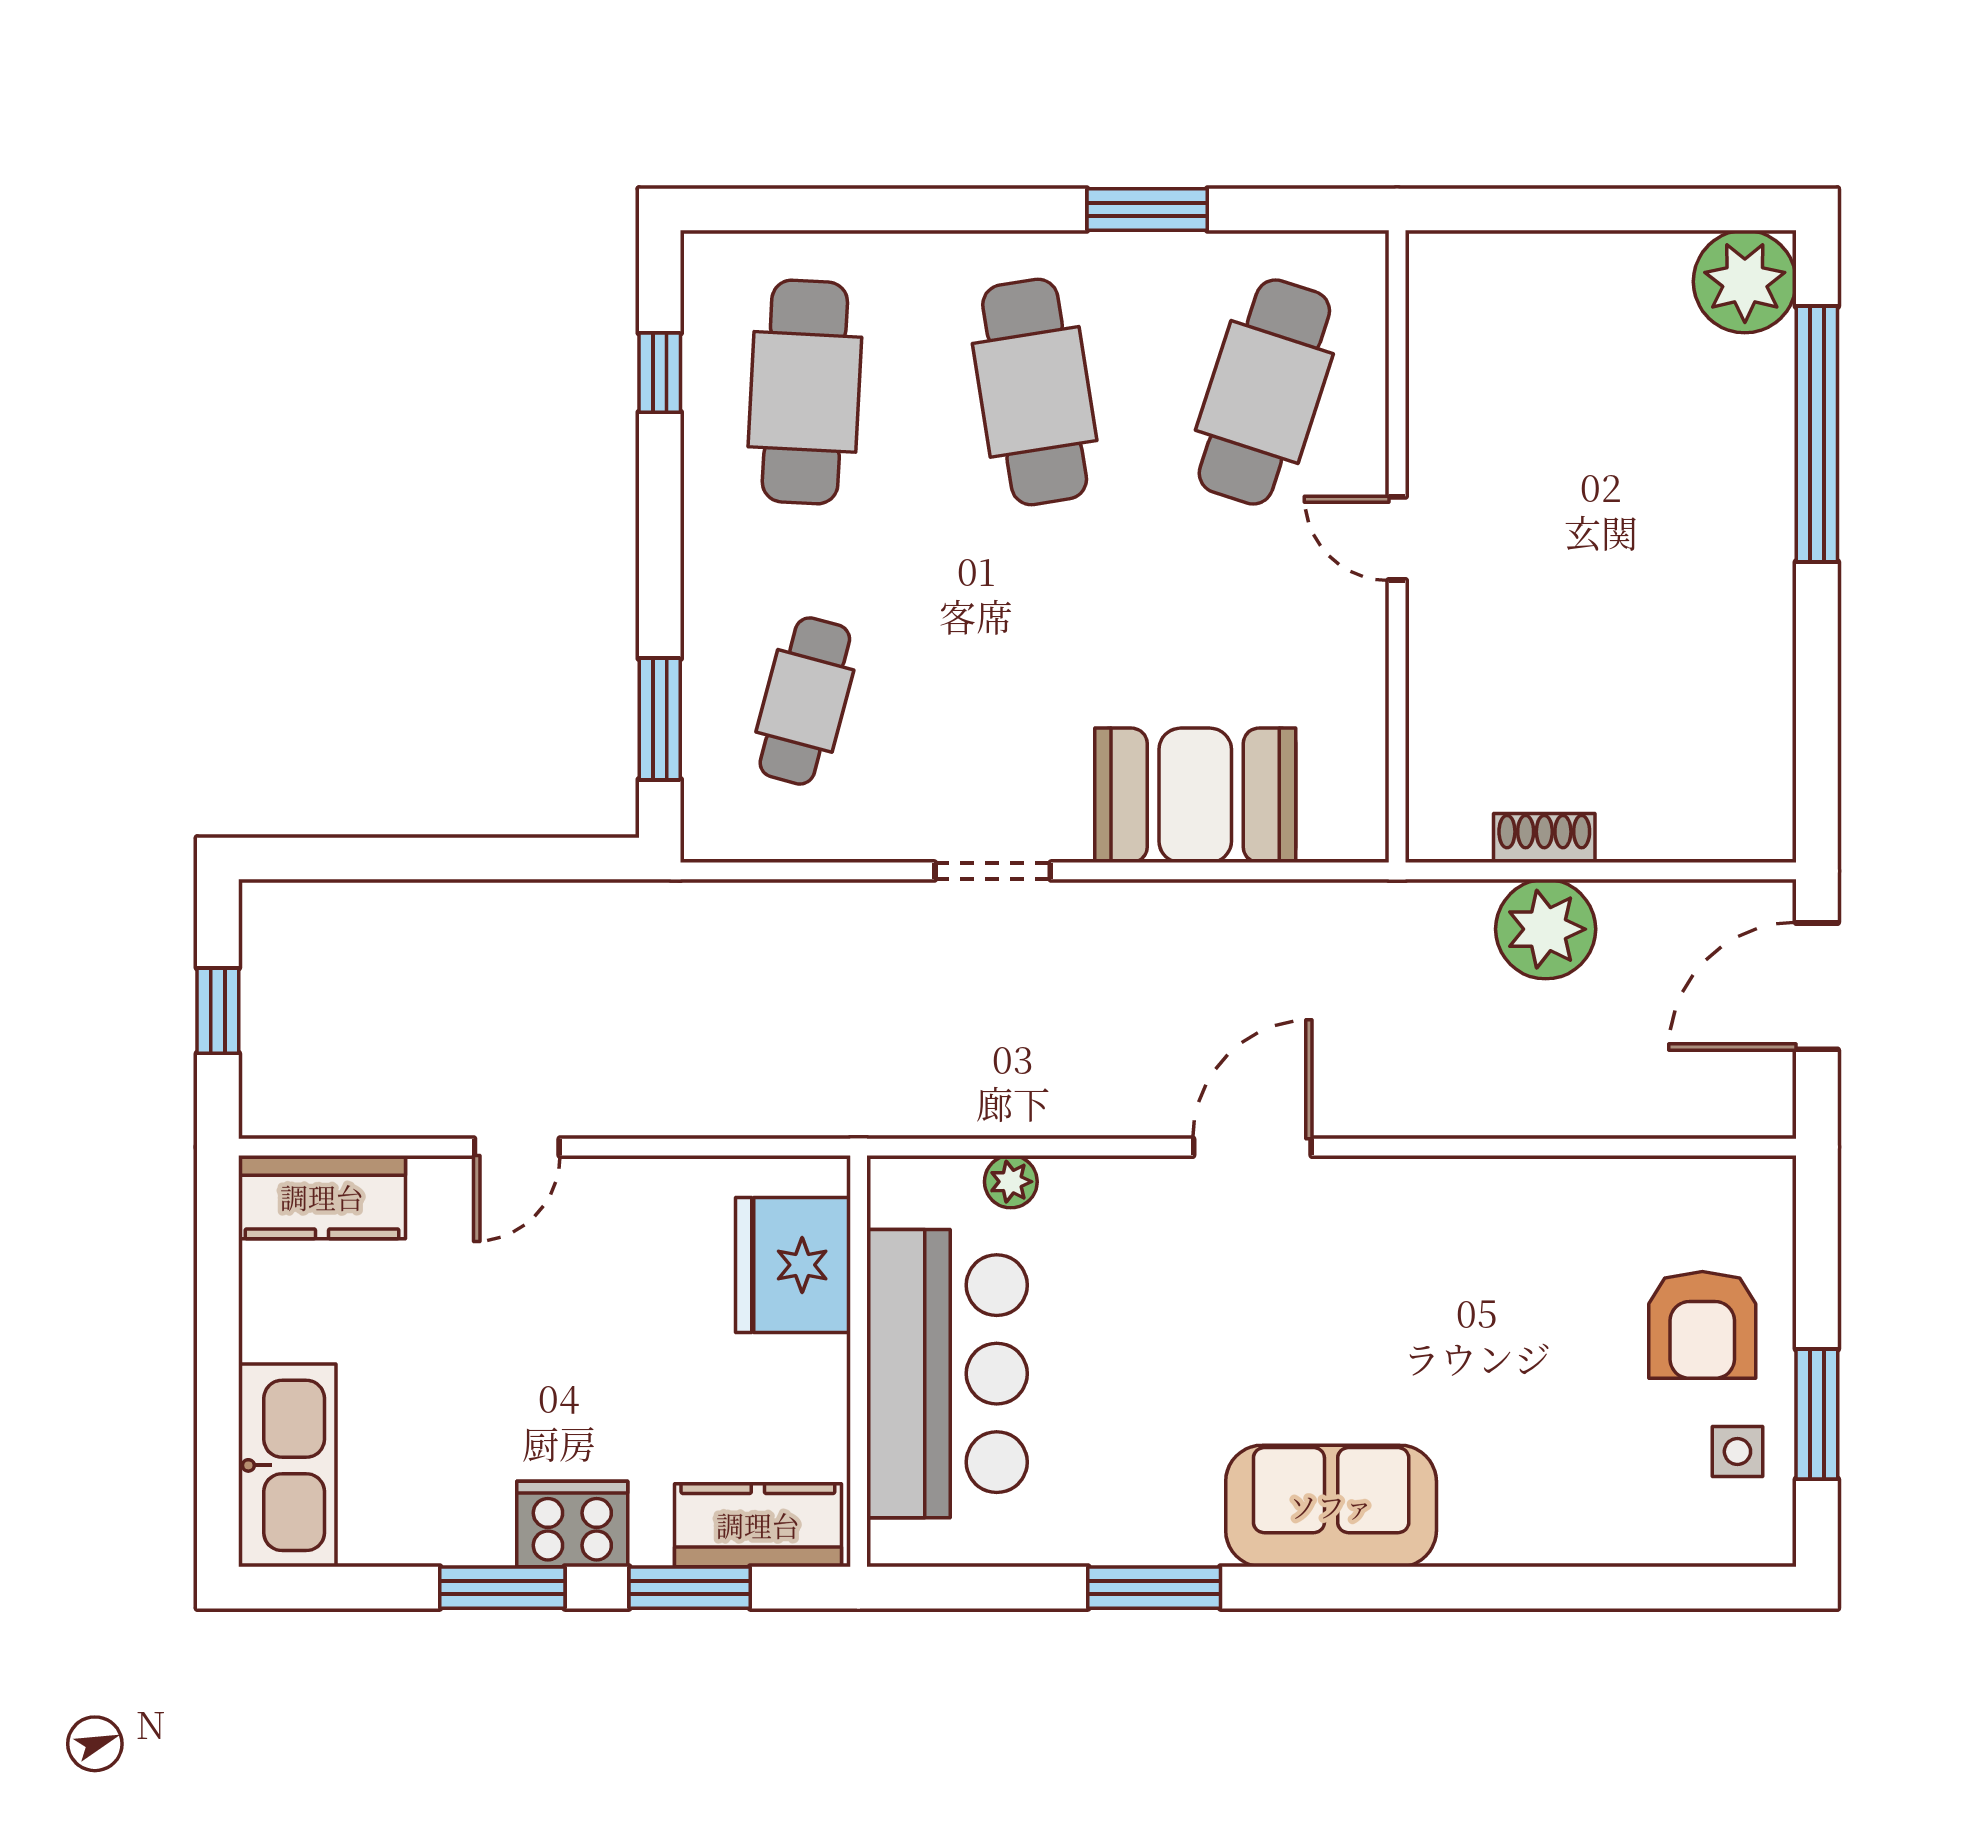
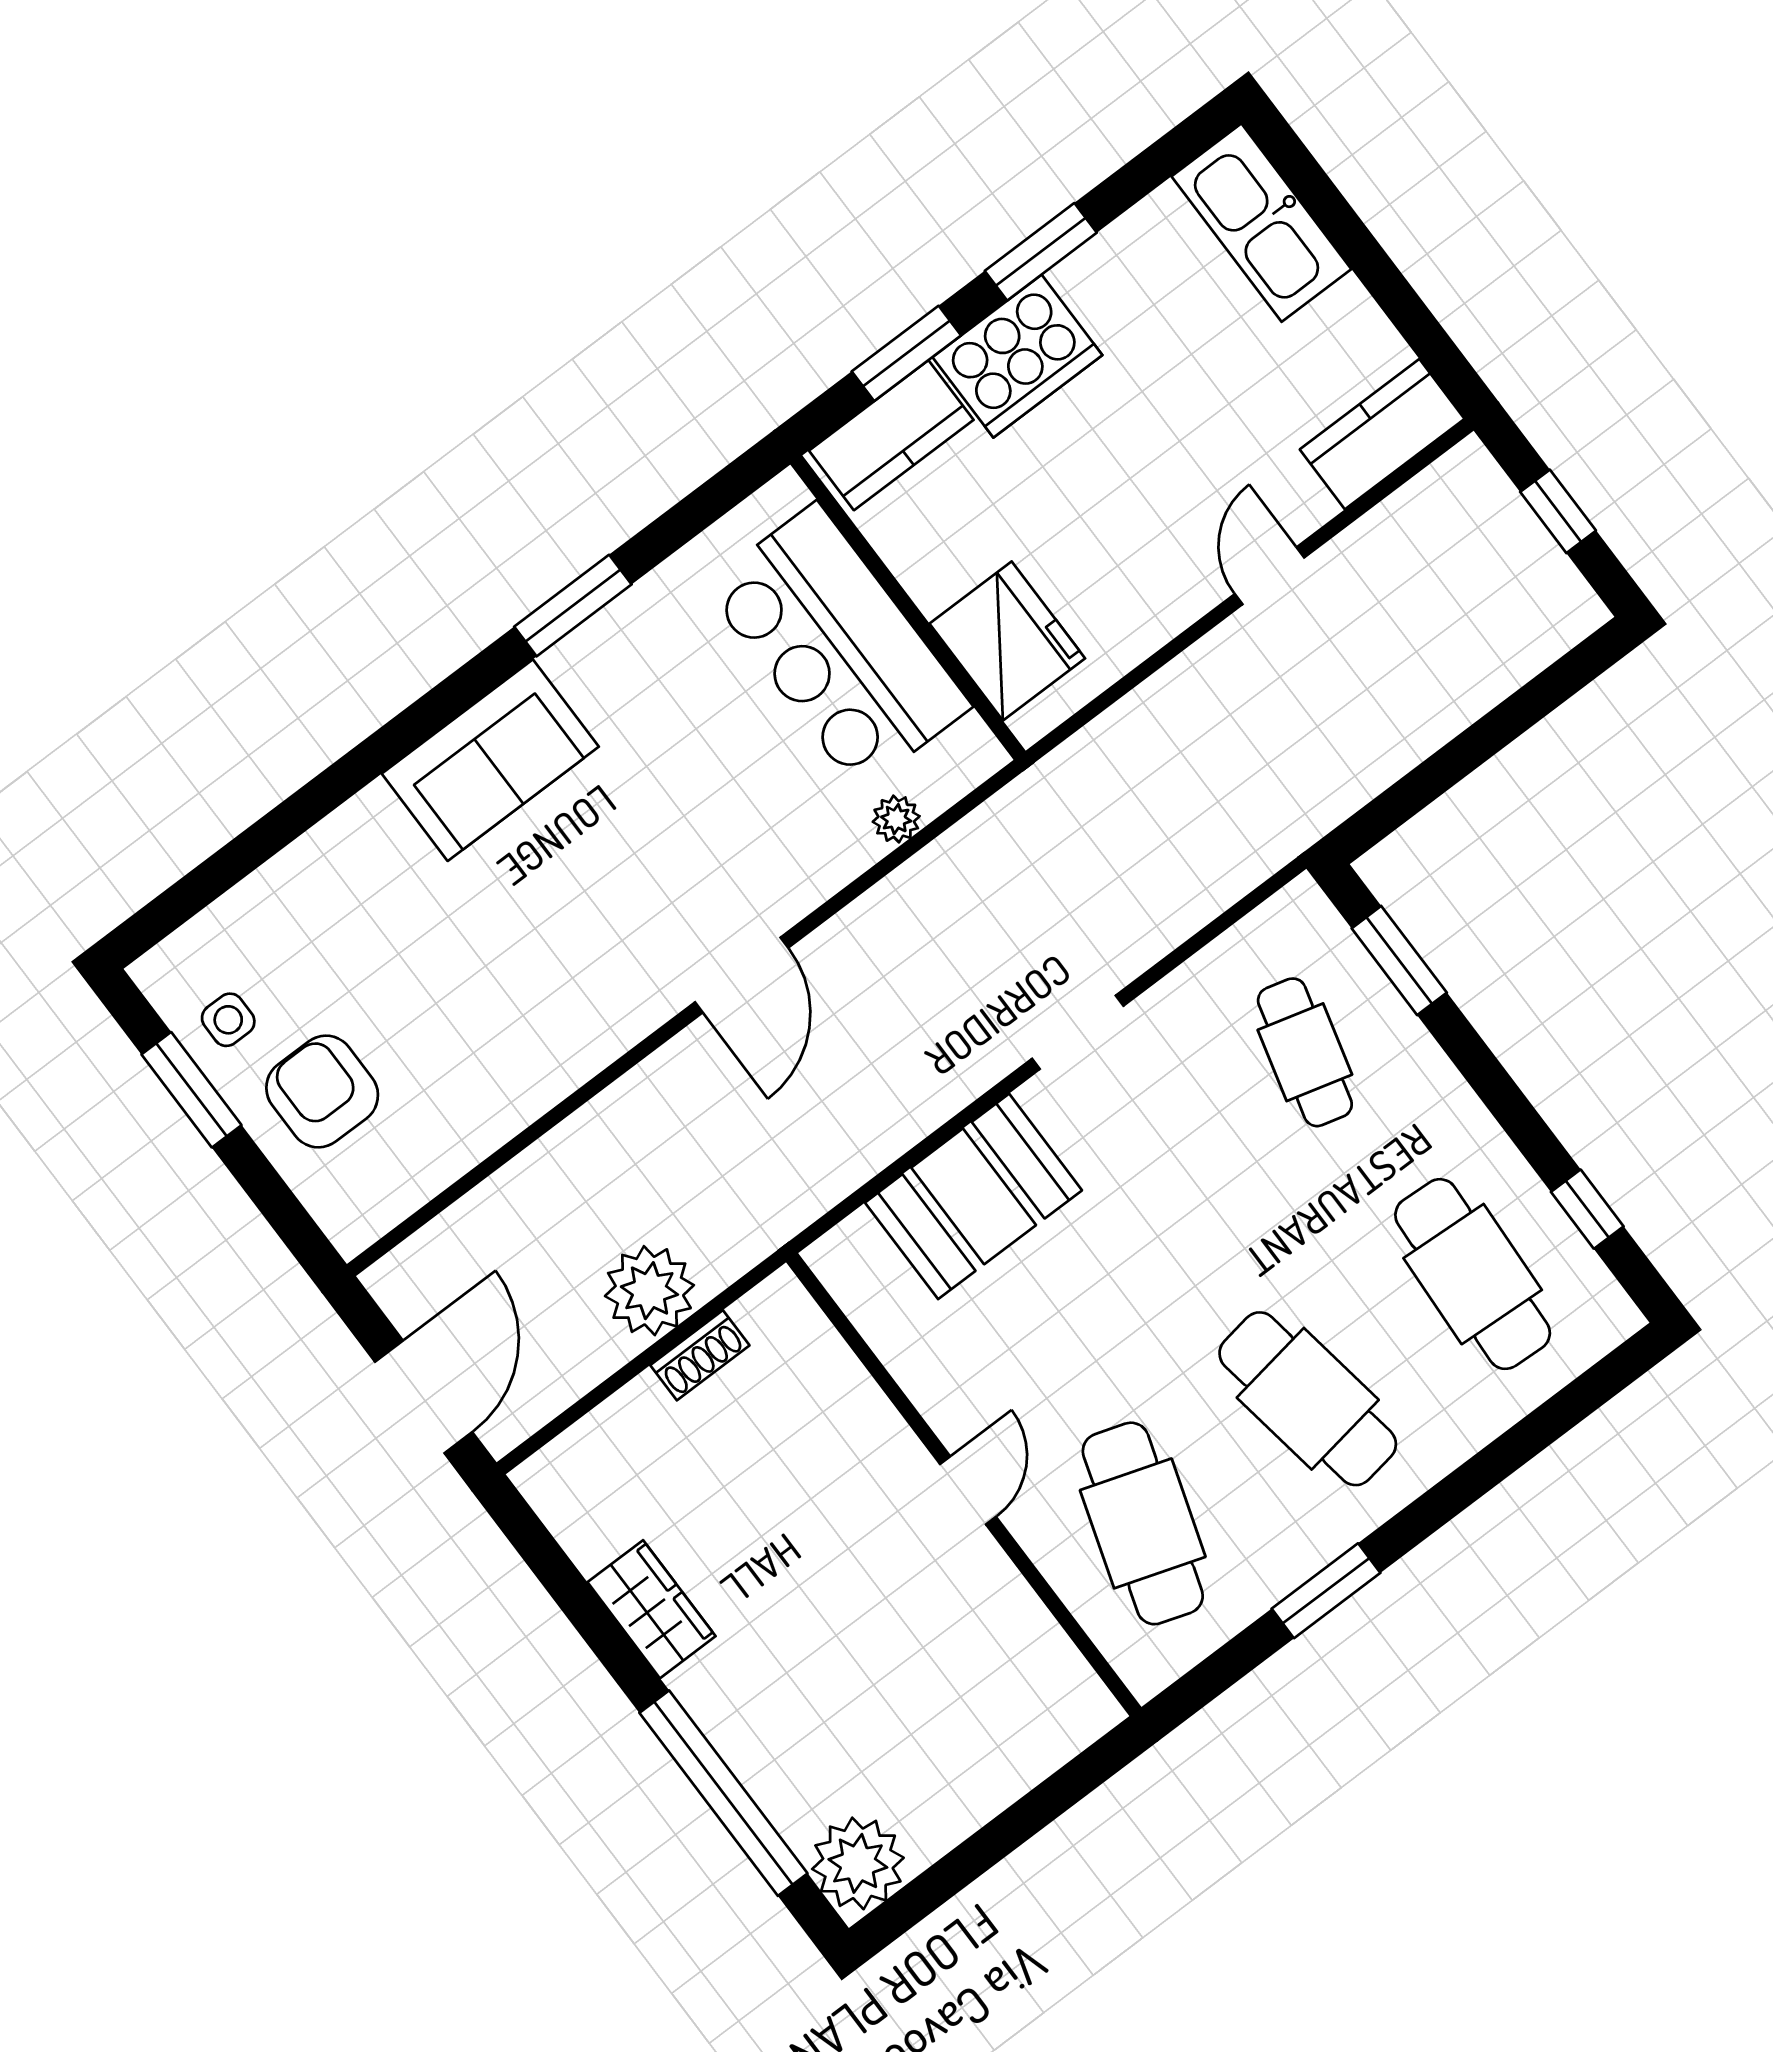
door: (1397, 538) -> (968, 1490), hinge flipped
wardrobe: (1757, 645) -> (651, 1609), added
cooker: (572, 1524) -> (1017, 356), width x1.37, depth x1.31

